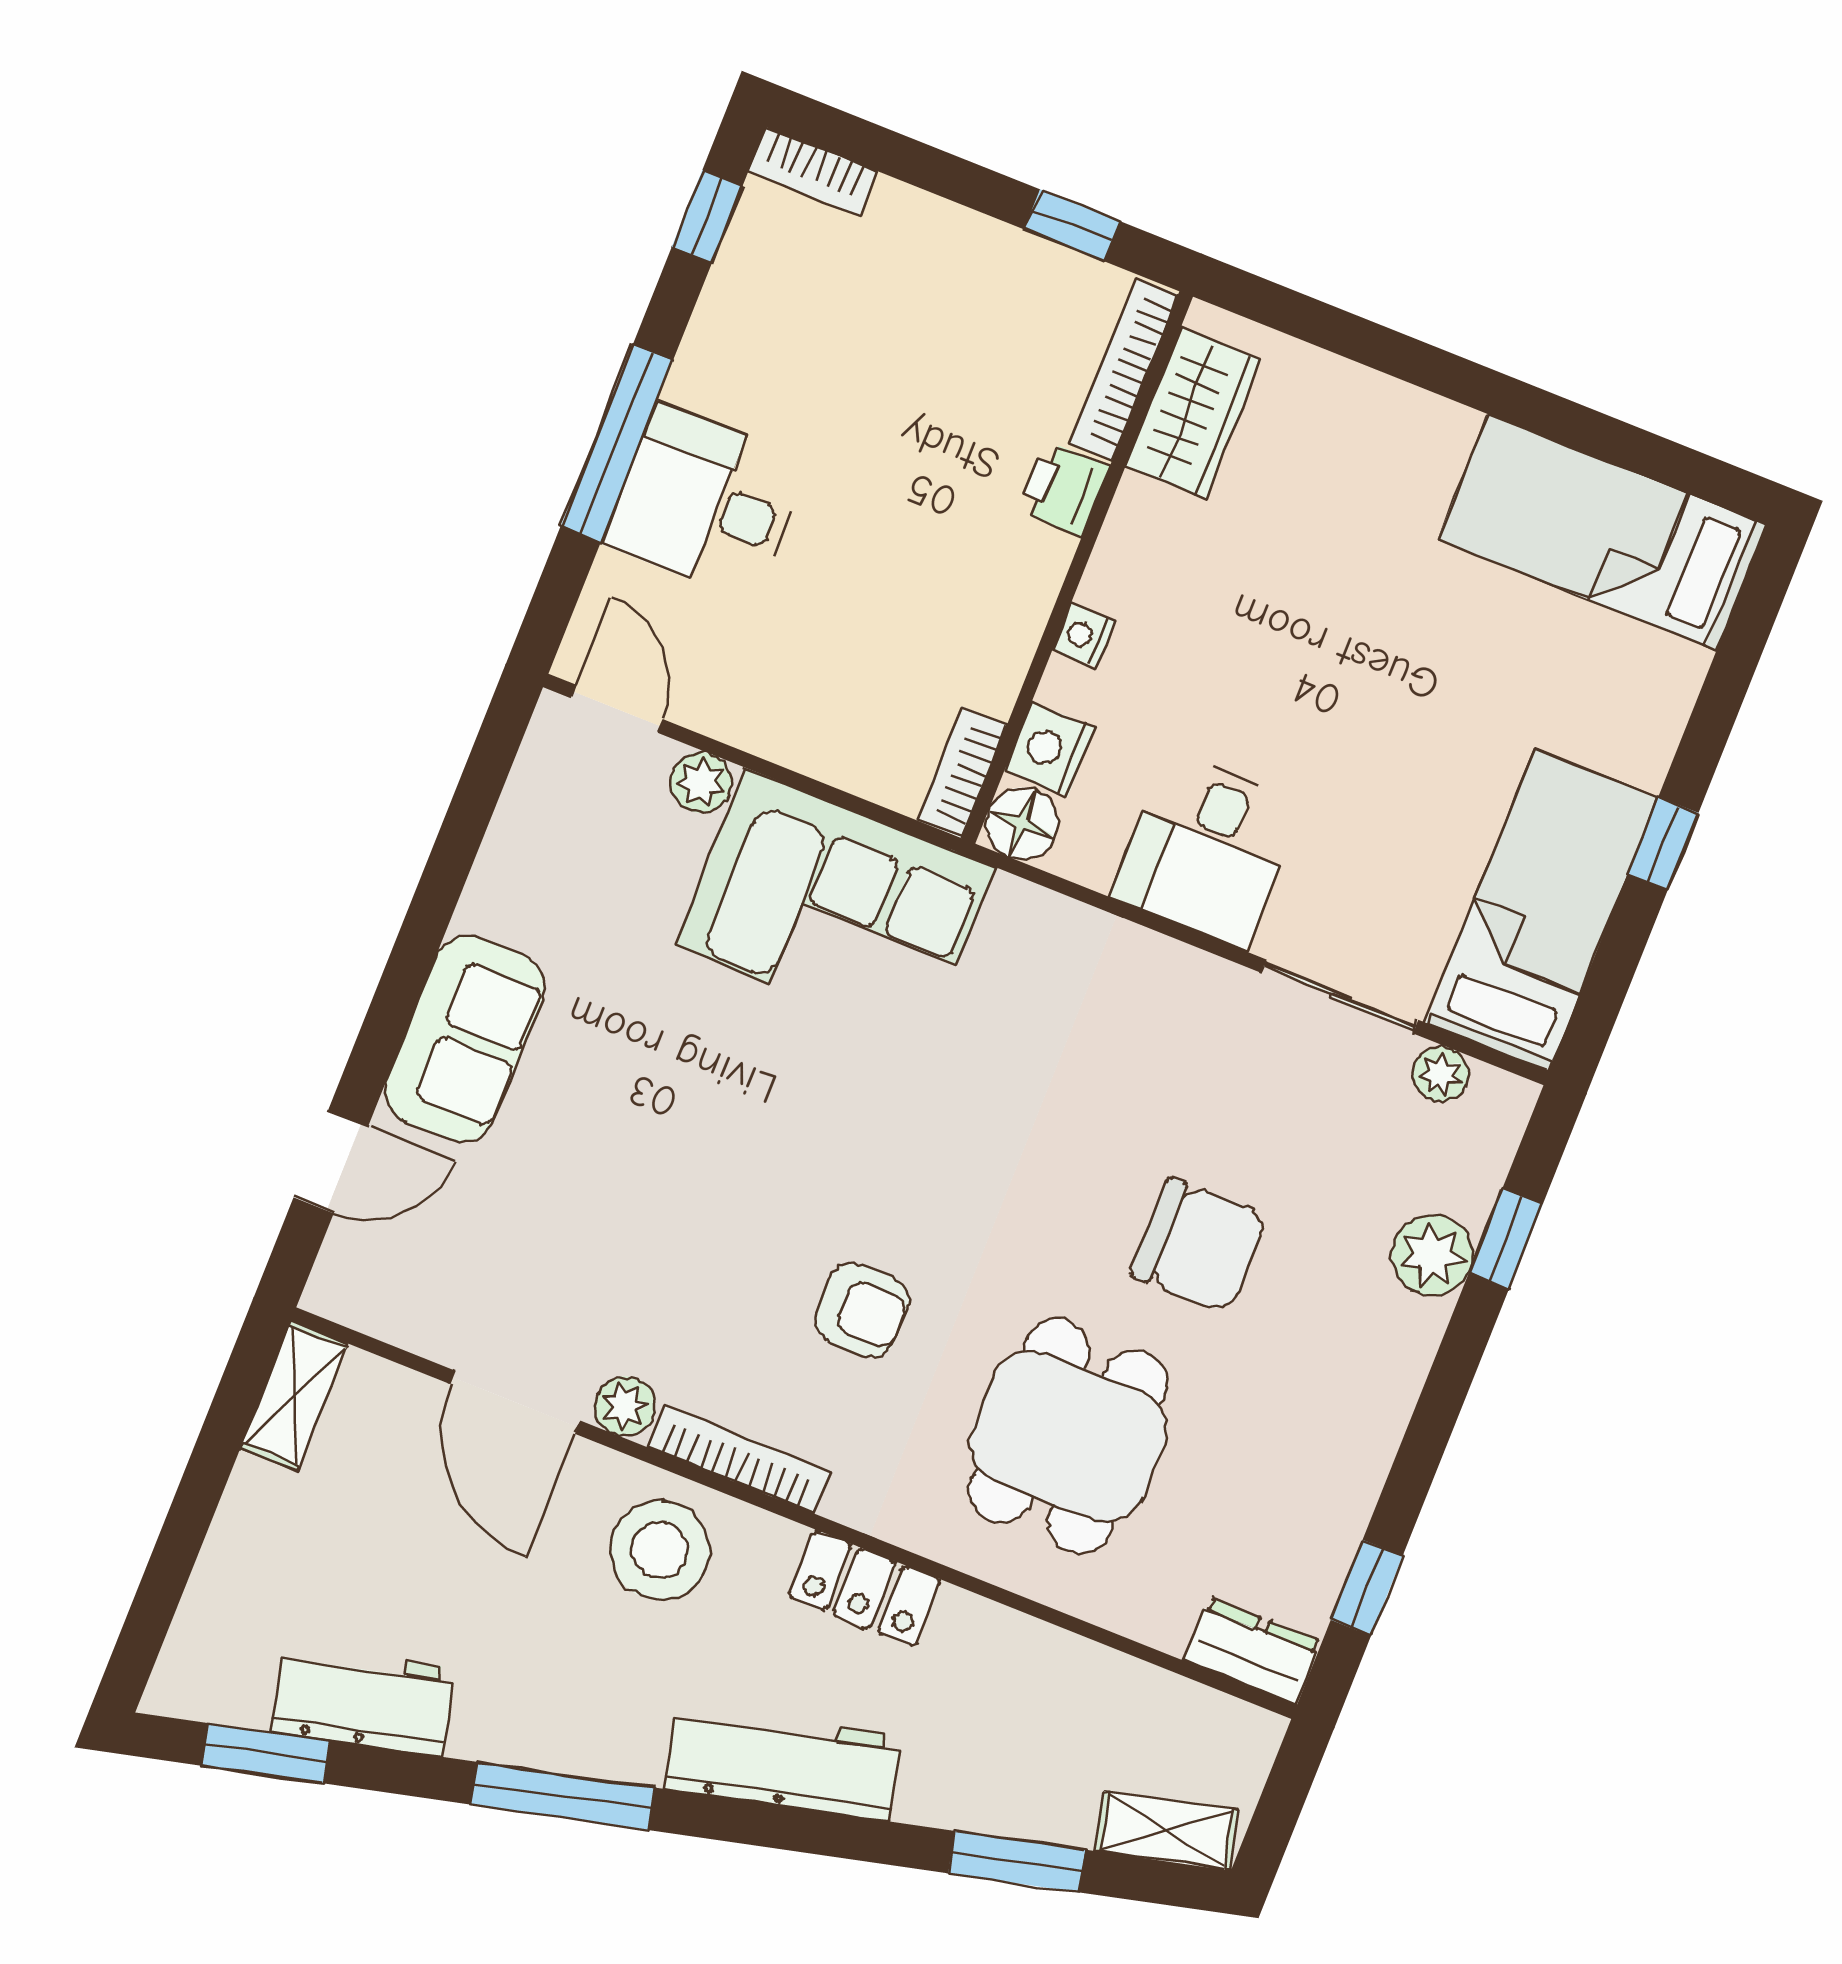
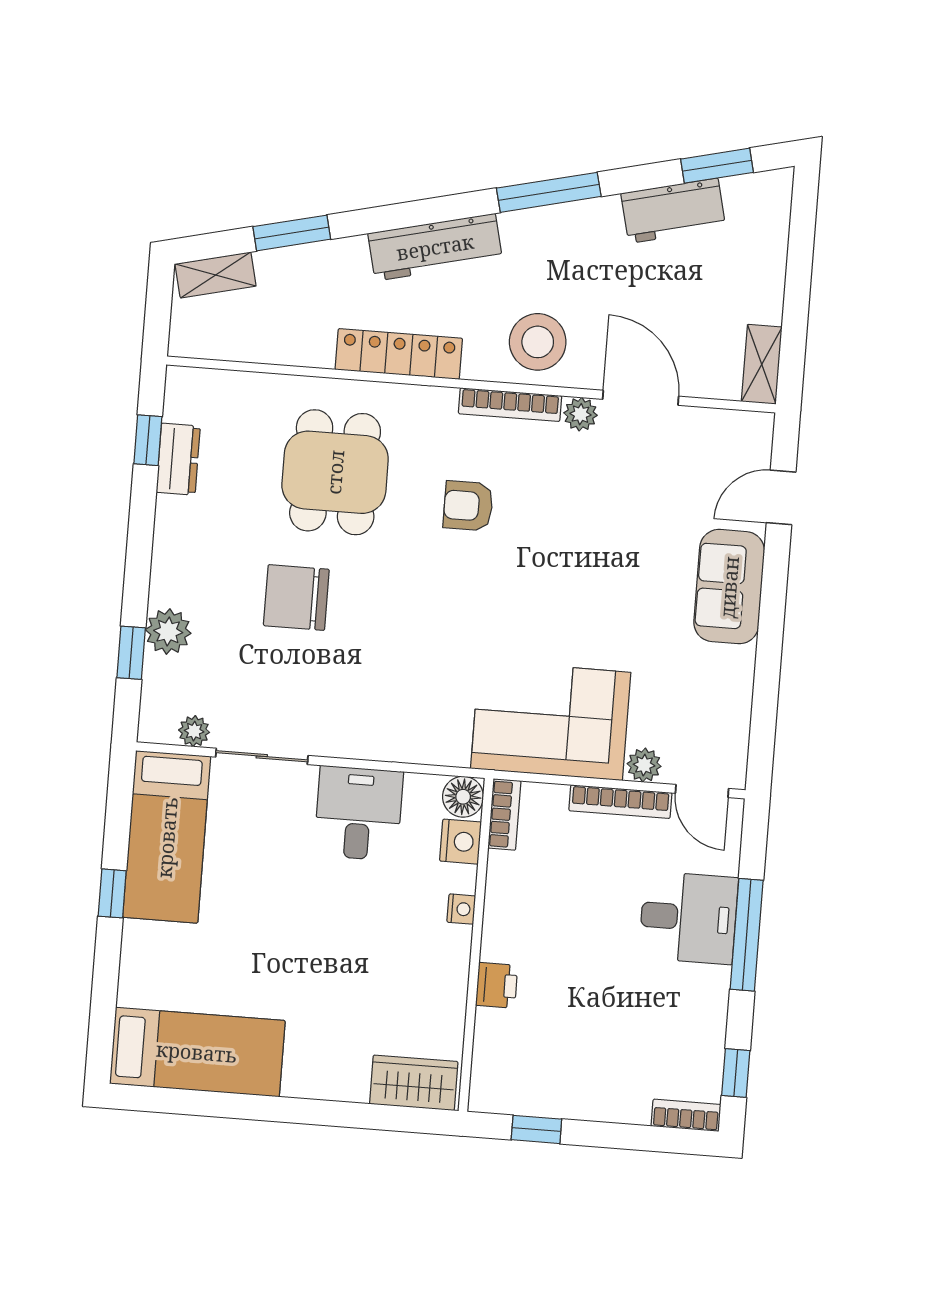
bookcase: (1124, 369) -> (620, 802), moved, turned 90
wardrobe: (1193, 413) -> (414, 1083), moved, turned 90
locker: (864, 1588) -> (399, 354), width x1.53
dresser: (1253, 1651) -> (178, 459), moved, turned -90

